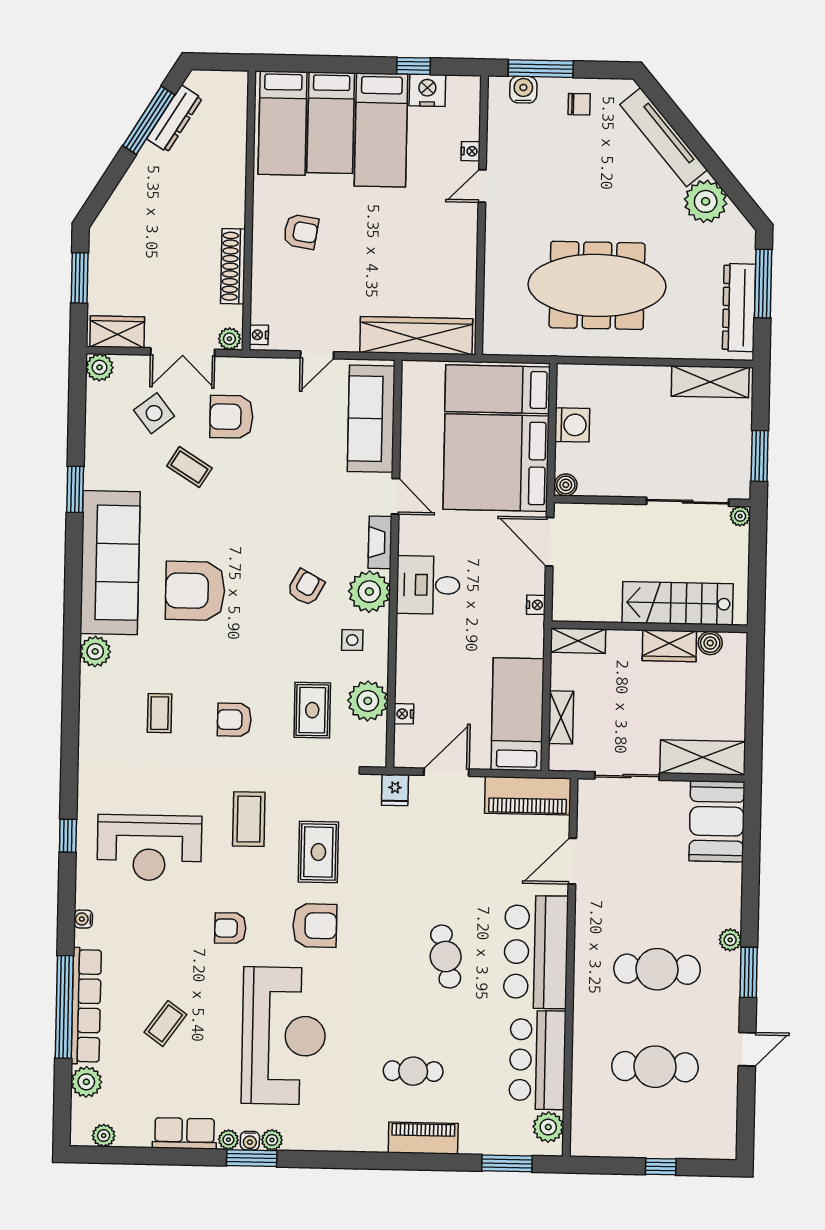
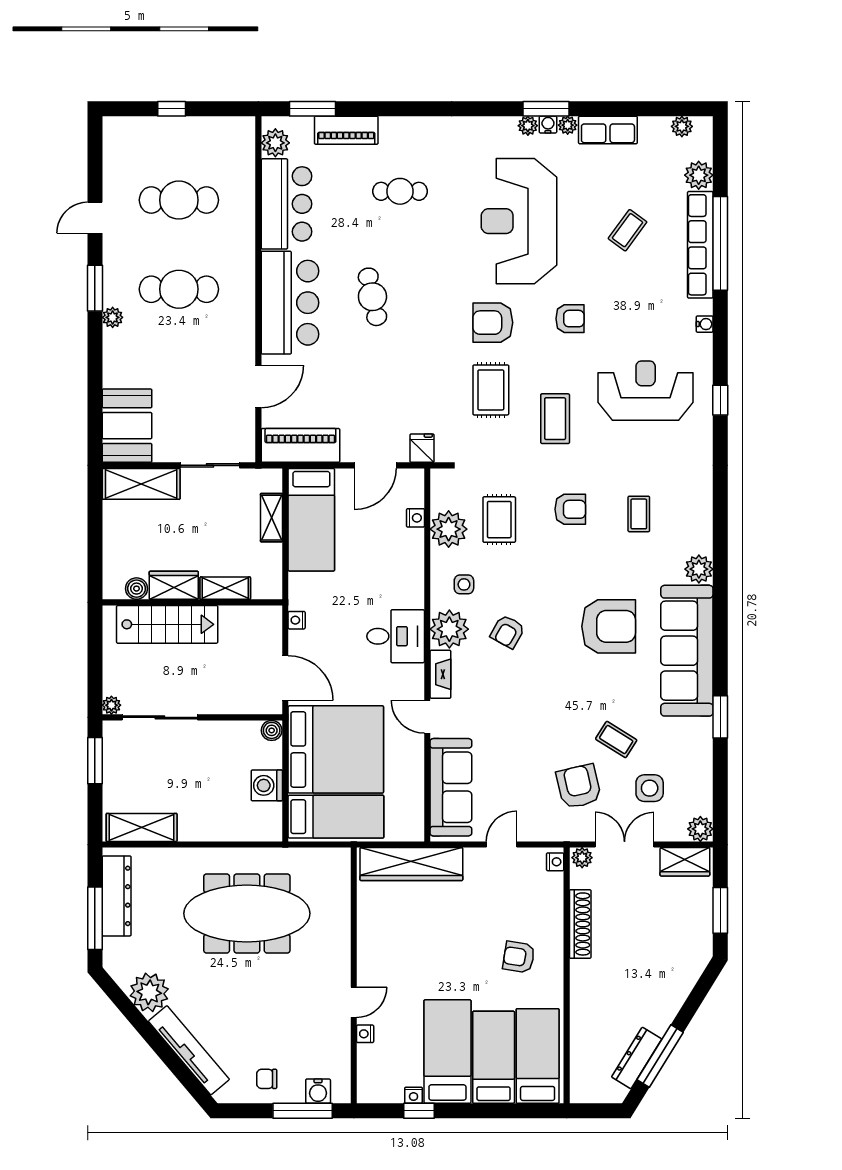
nightstand: (427, 90) -> (414, 1095), width x0.53, depth x0.56
side table: (154, 413) -> (650, 788), turned 38
armchair: (231, 417) -> (579, 786), turned -103
shelving: (578, 641) -> (225, 588), moved
piano: (423, 1138) -> (346, 130), moved

